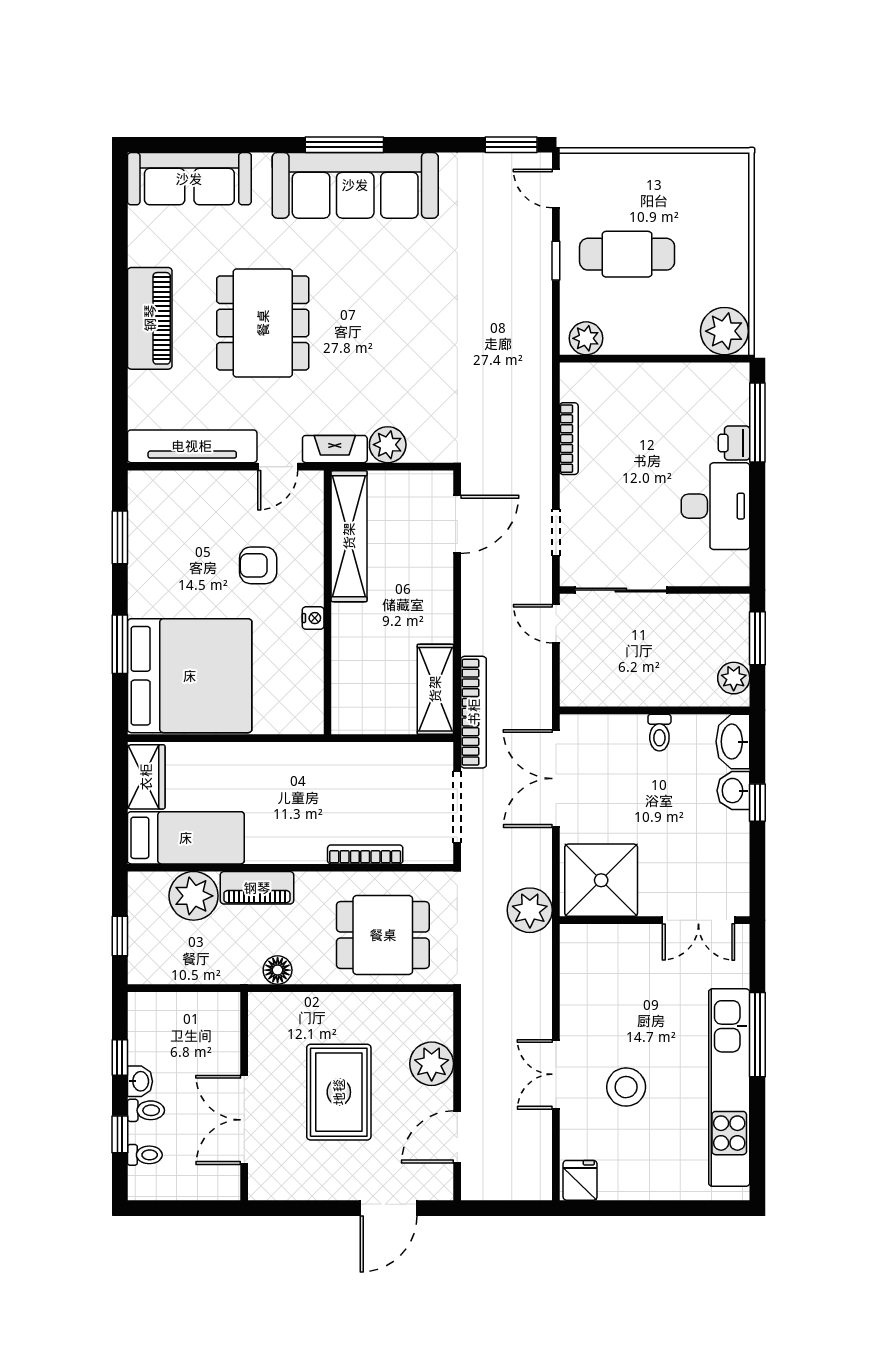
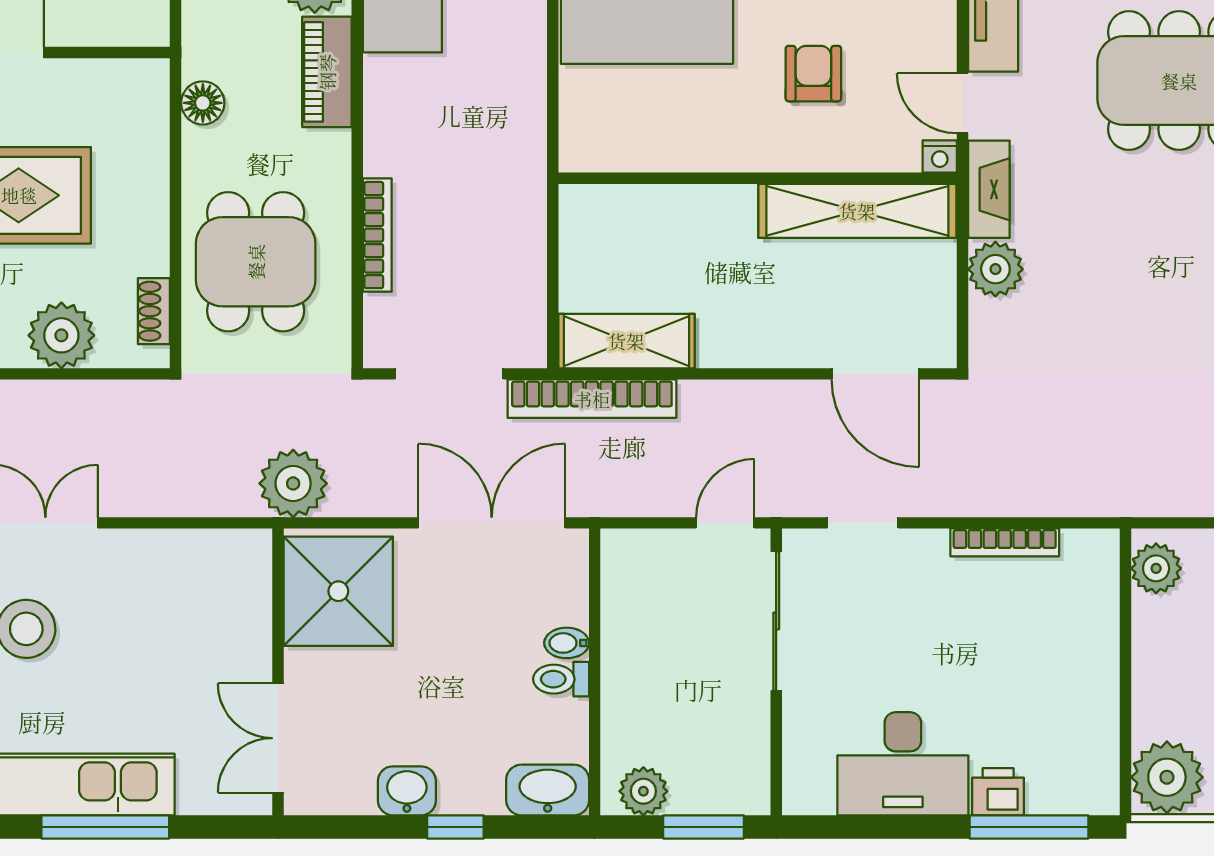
nightstand: (313, 618) -> (940, 157), moved
bidet: (635, 729) -> (567, 643), added
washbasin: (733, 791) -> (407, 791), moved
shoe rack: (416, 1002) -> (154, 311), added

